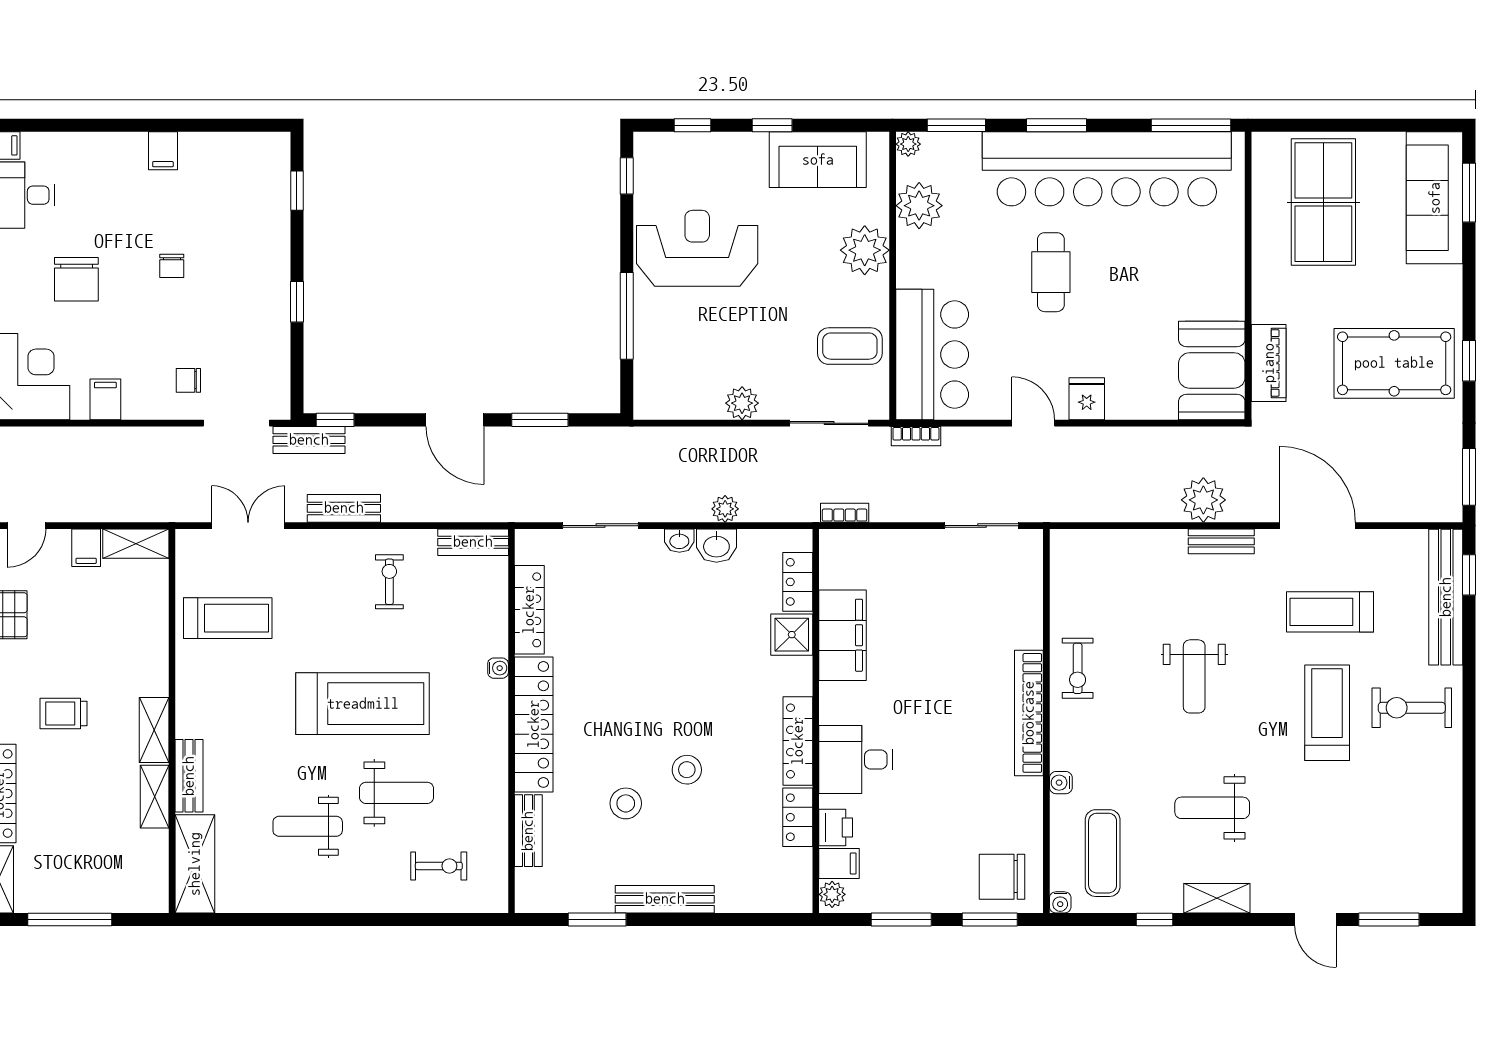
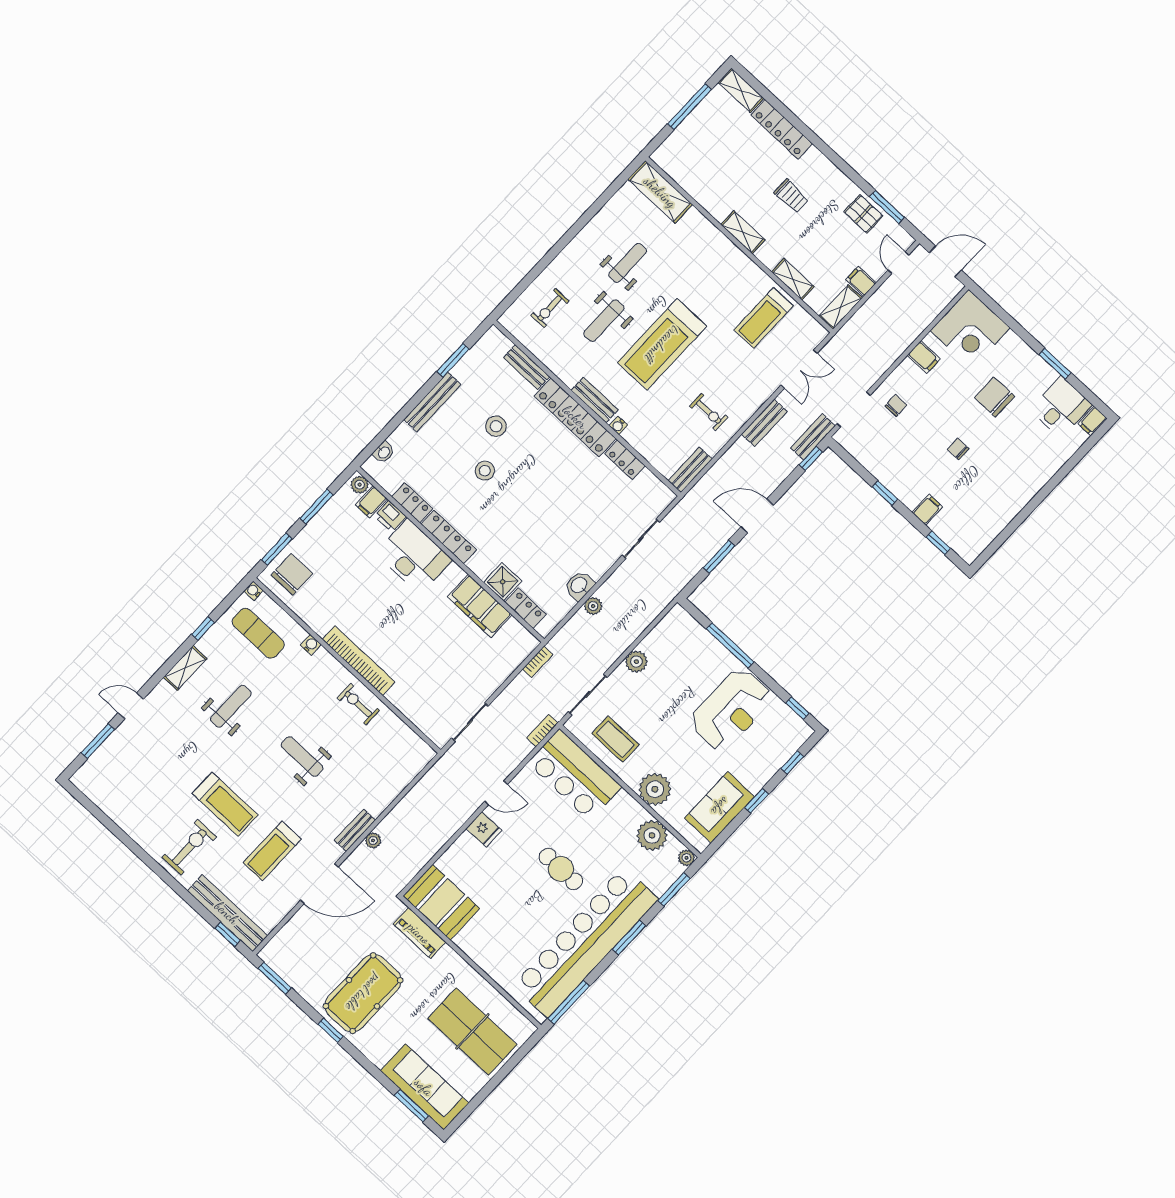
filing cabinet: (163, 151) -> (927, 510), moved, turned 90
coffee table: (850, 346) -> (615, 739), turned 90
plant: (1203, 500) -> (373, 840), width x0.53, depth x0.53
washbasin: (679, 541) -> (384, 452), moved, turned 180
locker: (529, 610) -> (625, 460), width x0.66
treadmill: (1330, 612) -> (272, 851), turned 180
trolley: (64, 714) -> (791, 196), turned 90
desk: (856, 760) -> (414, 557), width x1.37
bench: (189, 776) -> (595, 400), moved
shelving: (155, 797) -> (793, 279), moved

